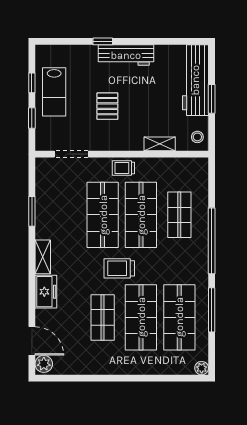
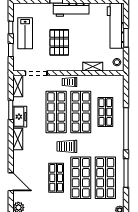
pallet: (107, 106) -> (59, 42), width x1.50, depth x1.42
shelving: (43, 174) -> (18, 86), added
freezer: (46, 292) -> (20, 117), moved
door: (32, 341) -> (11, 182), moved

